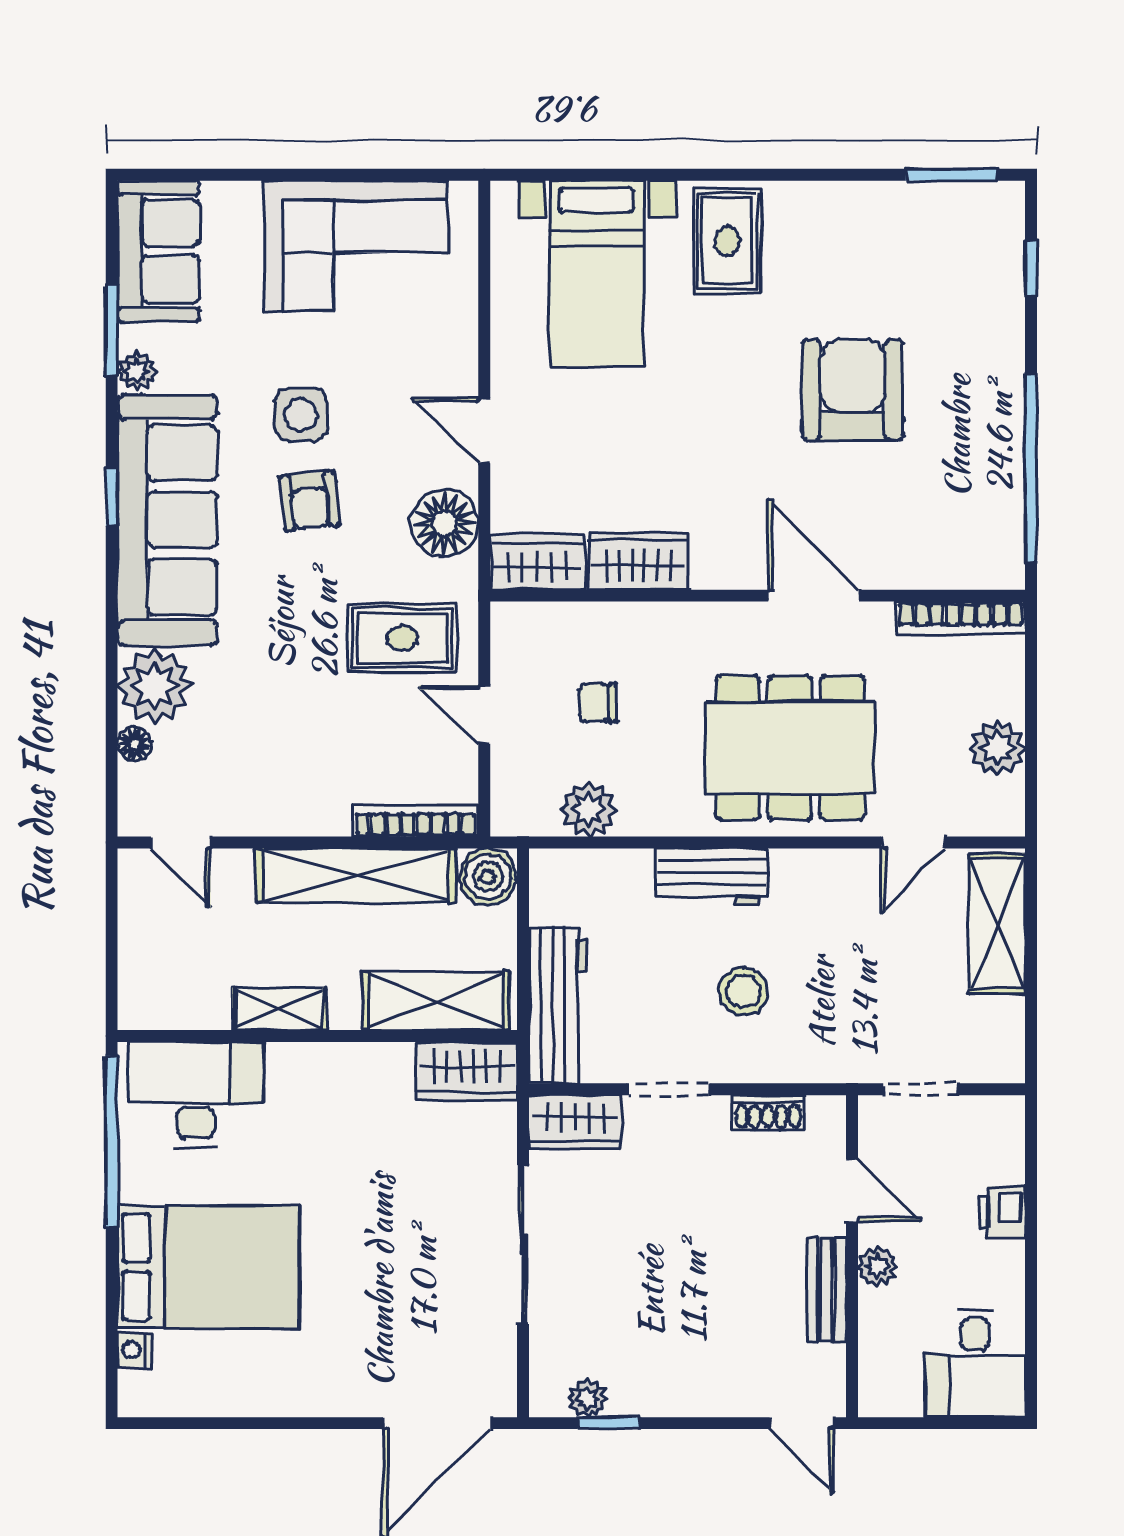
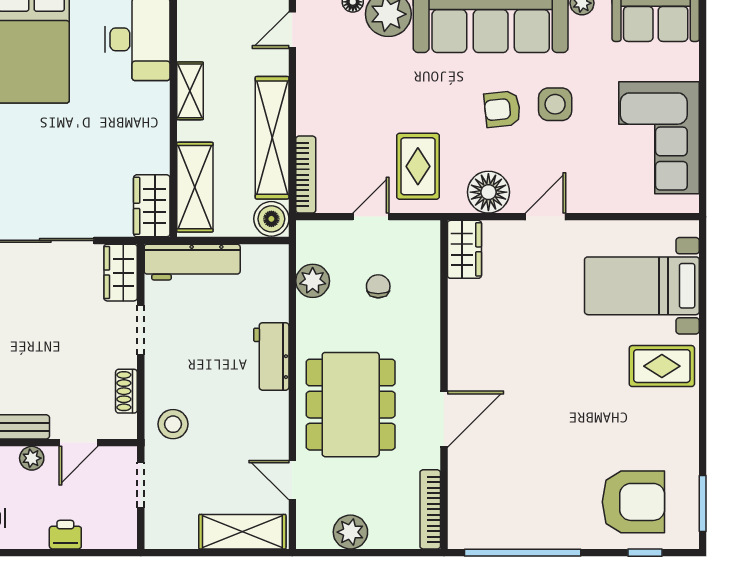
armchair: (853, 390) -> (633, 502), moved
wardrobe: (638, 561) -> (465, 311), removed
stool: (743, 991) -> (173, 424), moved

